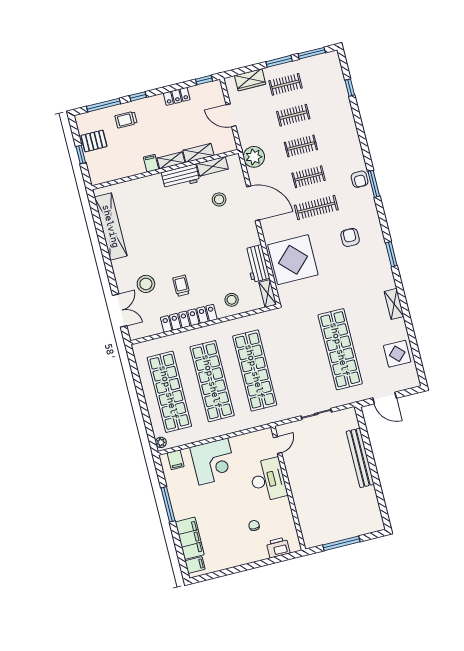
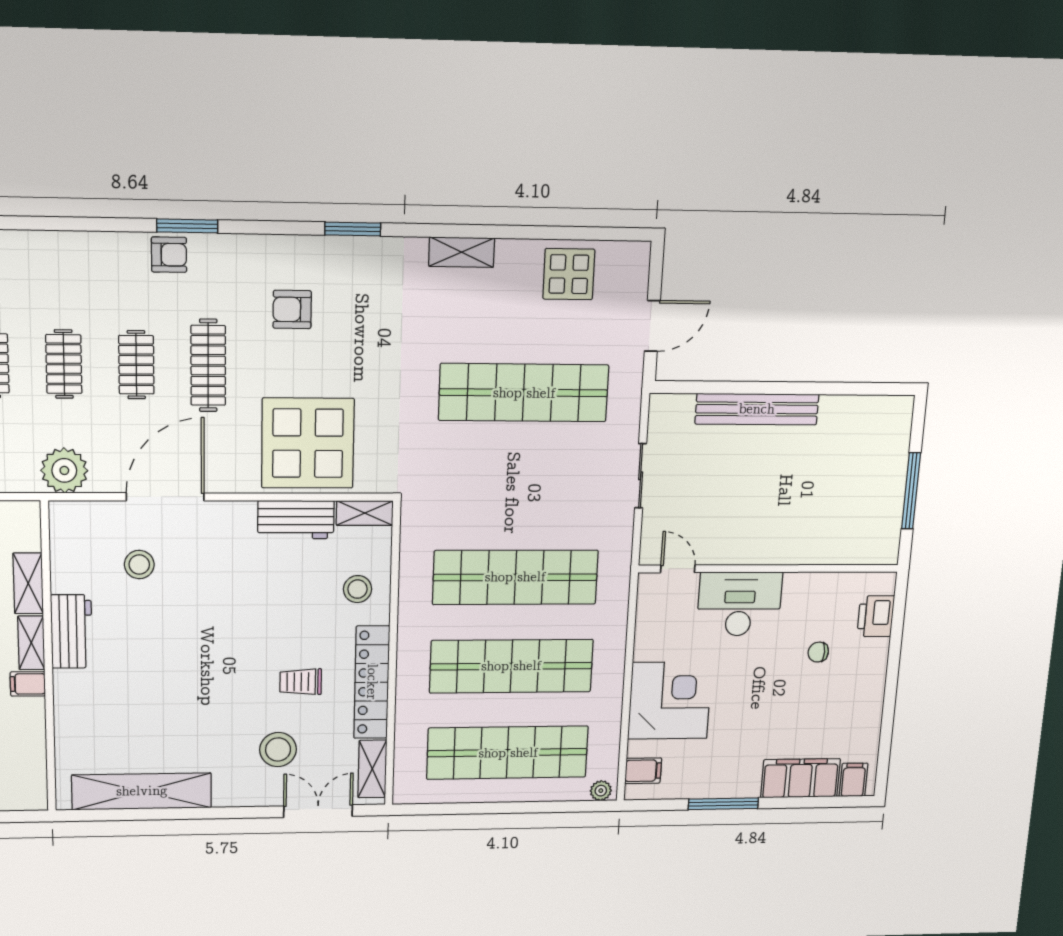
shelving: (212, 166) -> (372, 769), moved

